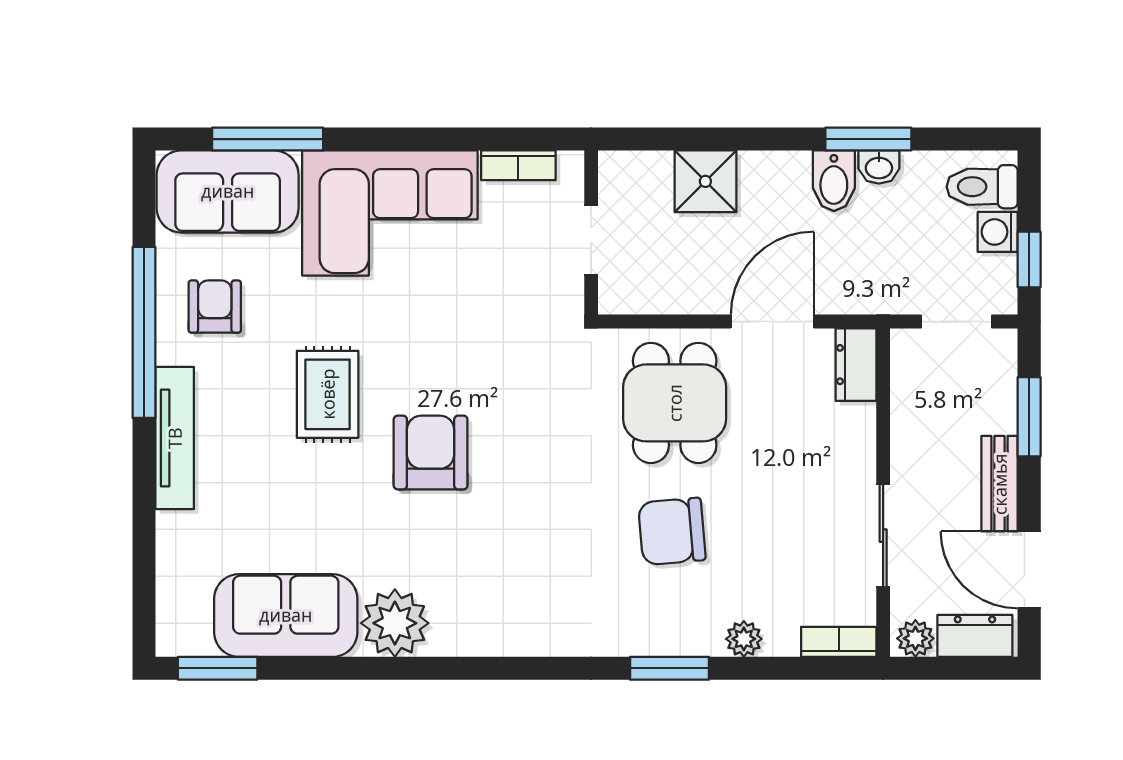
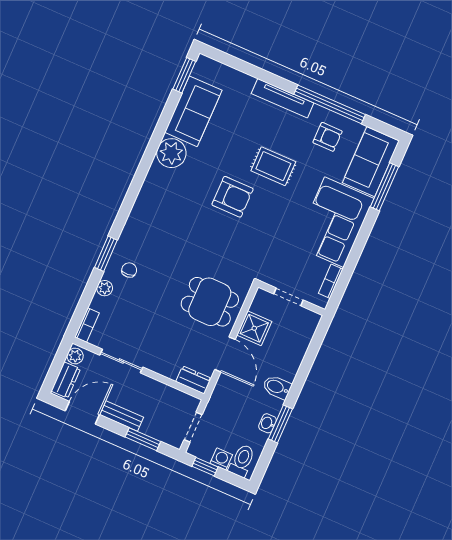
shower: (705, 181) -> (254, 328), moved
bidet: (834, 181) -> (277, 387), moved
chair: (672, 531) -> (129, 270), moved, width x0.54, depth x0.54

